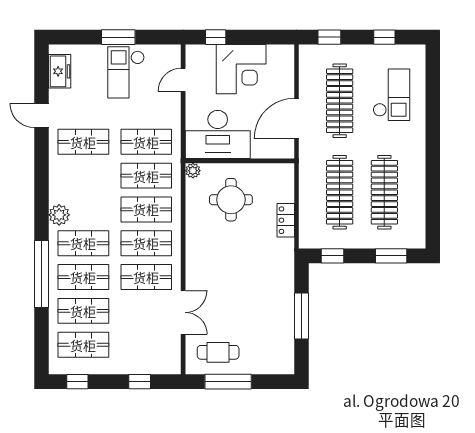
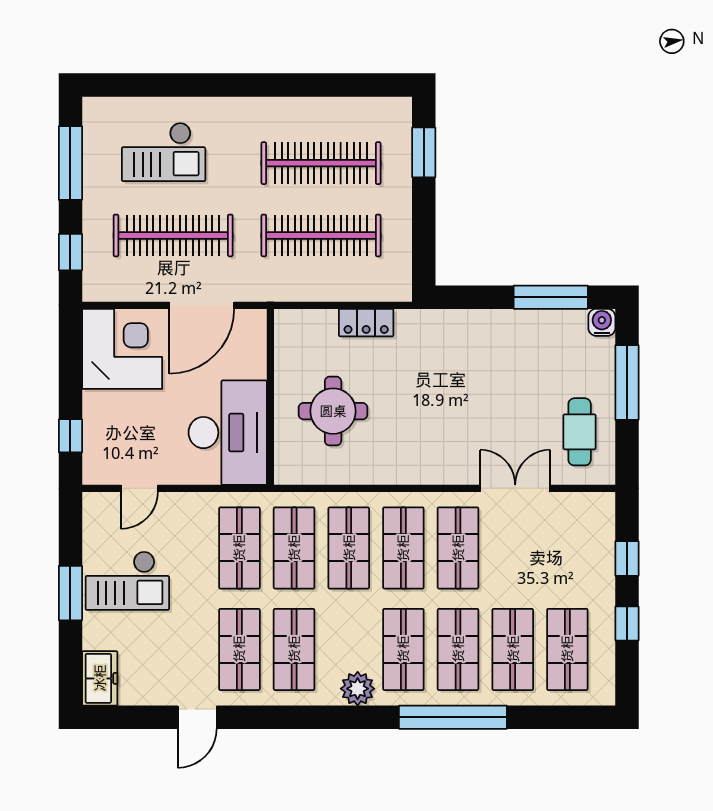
window: (384, 37) -> (70, 163), width x2.17
corner desk: (241, 69) -> (122, 349), moved
freezer: (60, 71) -> (100, 678), moved, turned 90
door: (183, 80) -> (139, 488), hinge flipped
checkout: (391, 95) -> (164, 152), turned 180
door: (296, 118) -> (202, 305), hinge flipped
plant: (193, 171) -> (286, 473), removed
shop shelf: (83, 176) -> (294, 649), added
window: (333, 256) -> (424, 247), removed
window: (301, 316) -> (551, 297), moved
water cooler: (286, 366) -> (602, 322), added
window: (77, 382) -> (627, 624), moved
window: (228, 382) -> (627, 382), moved

